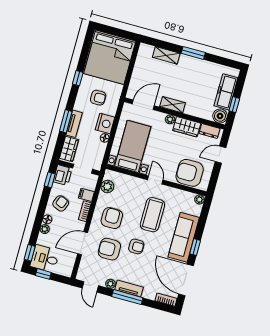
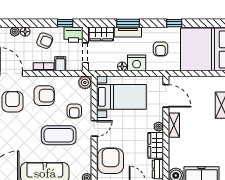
plant: (107, 187) -> (85, 83), moved
armchair: (136, 246) -> (74, 111), moved

